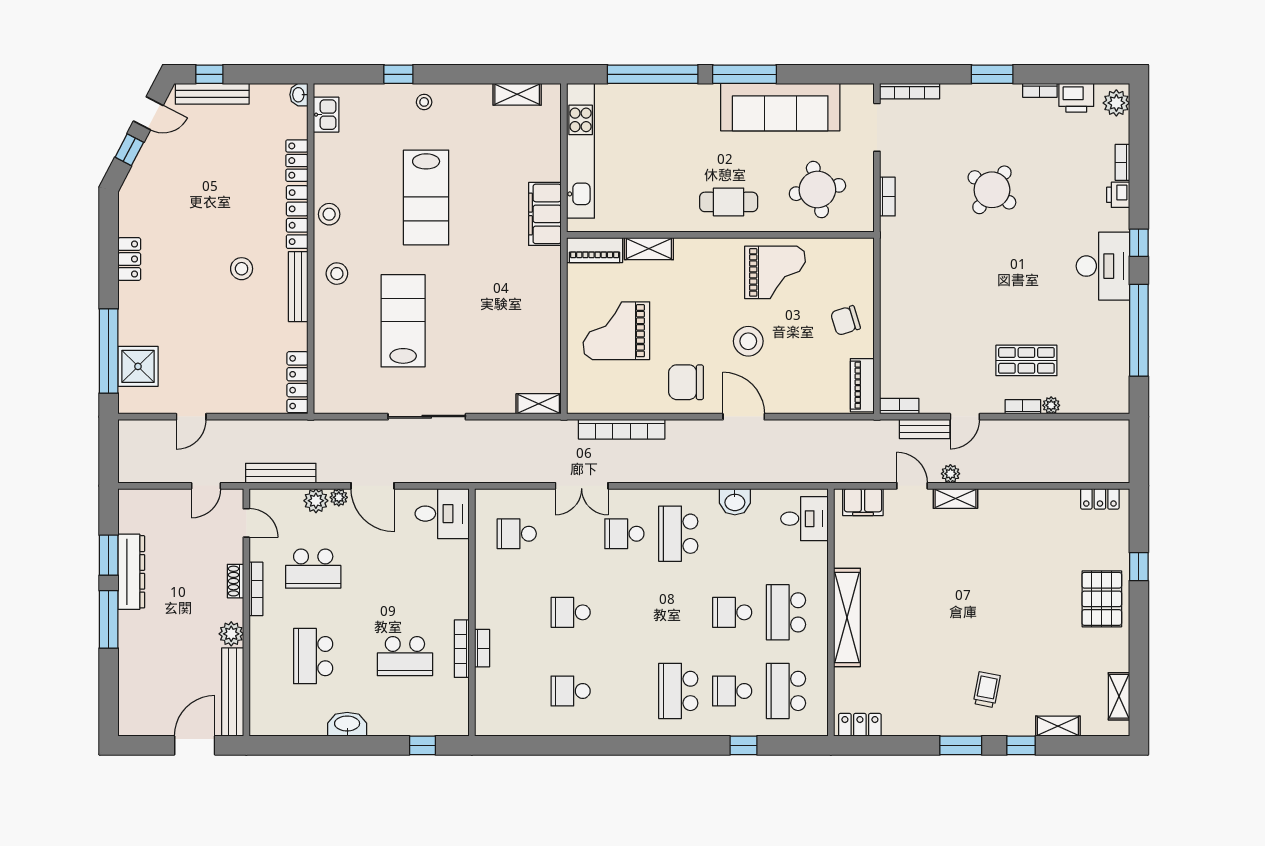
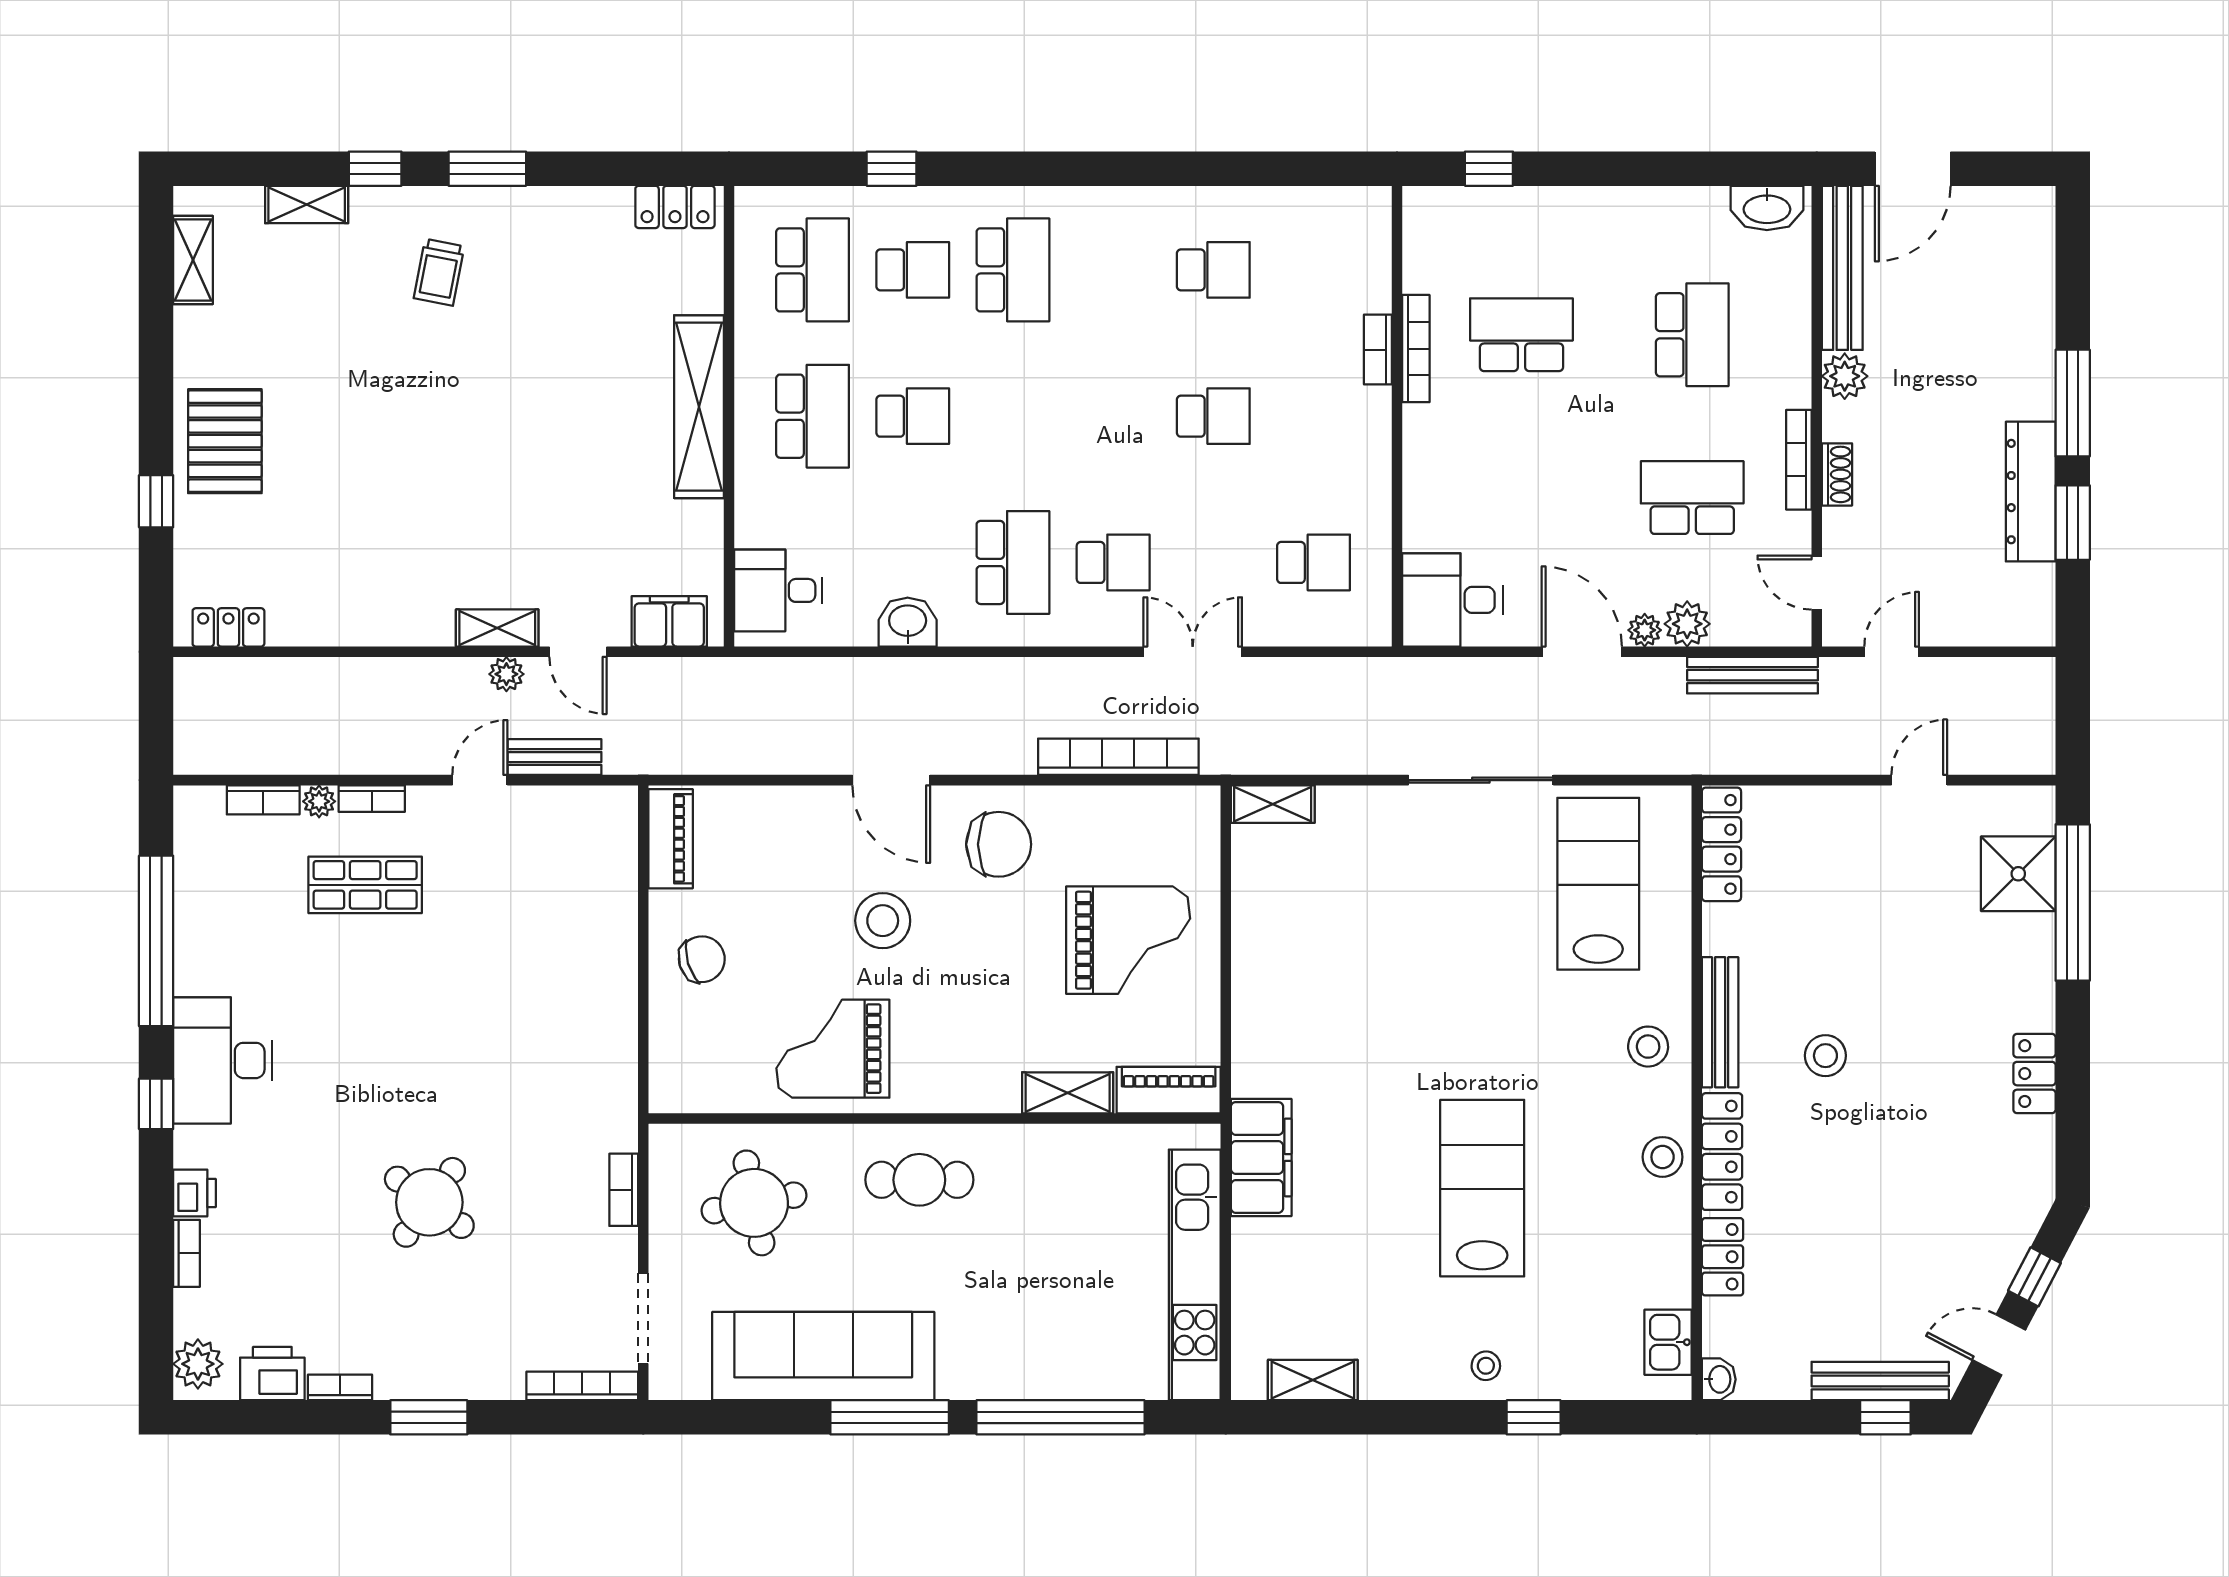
lab bench: (403, 321) -> (1598, 884), moved, turned 180
bookcase: (899, 406) -> (263, 800), moved
washbasin: (347, 724) -> (1767, 208), moved

